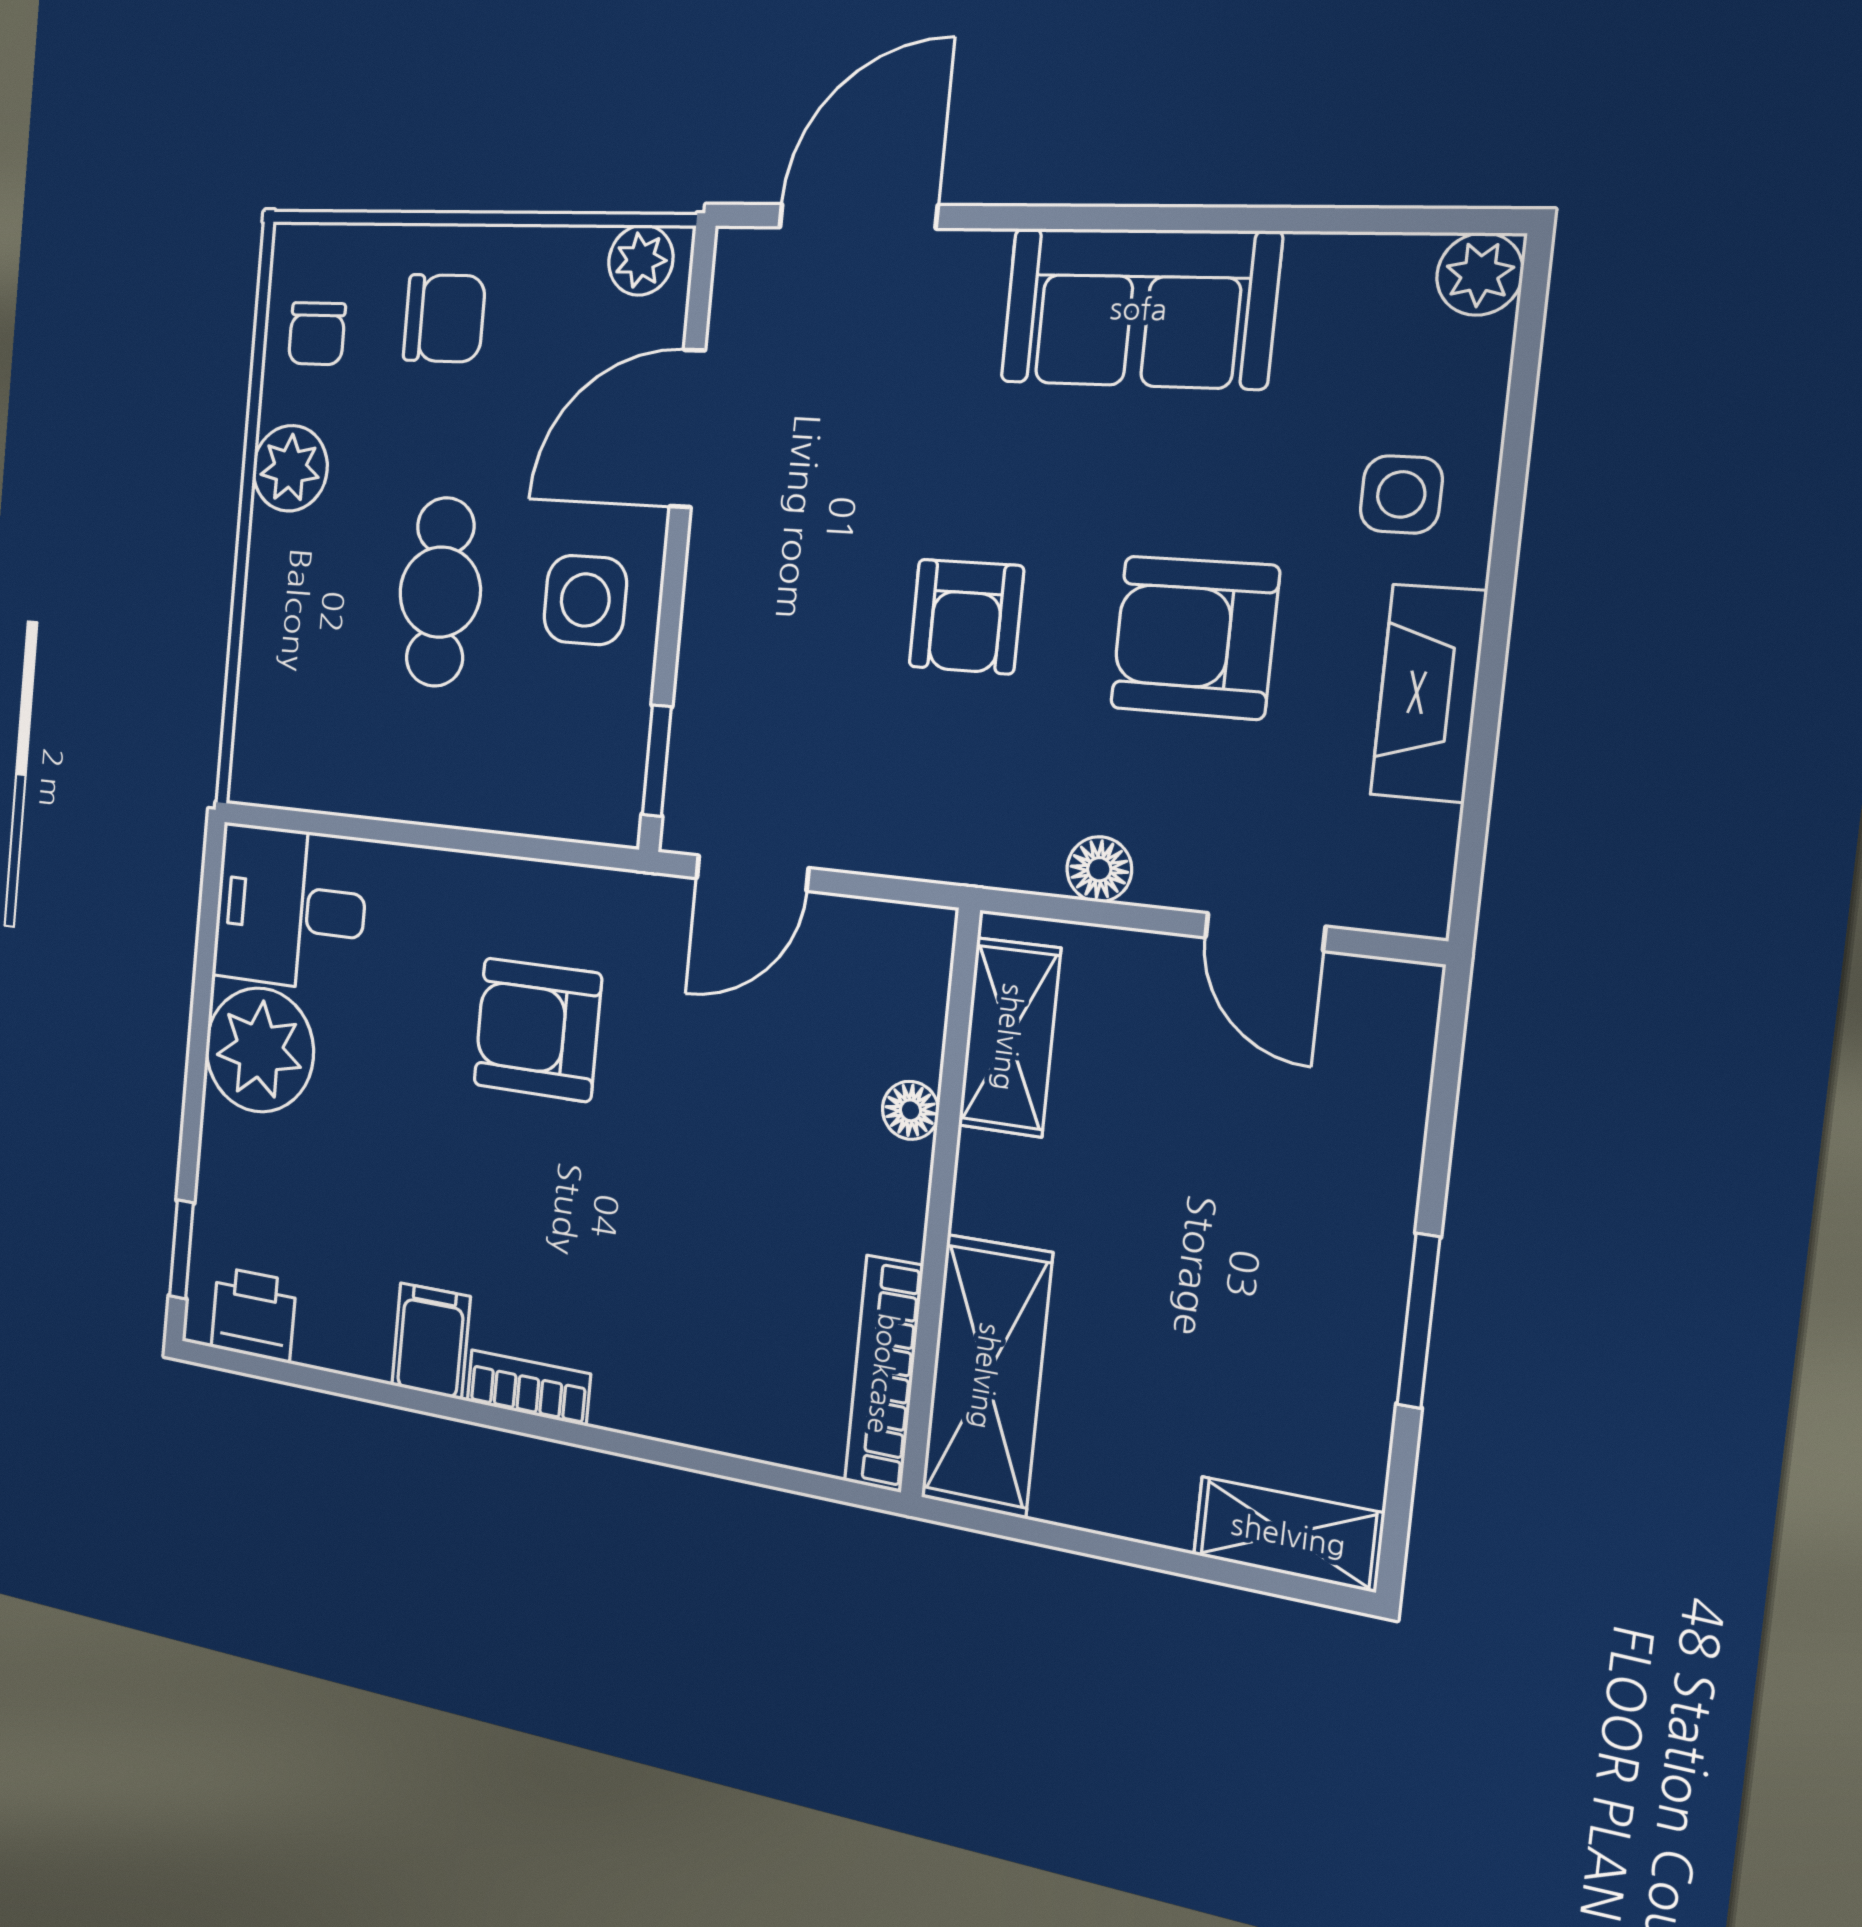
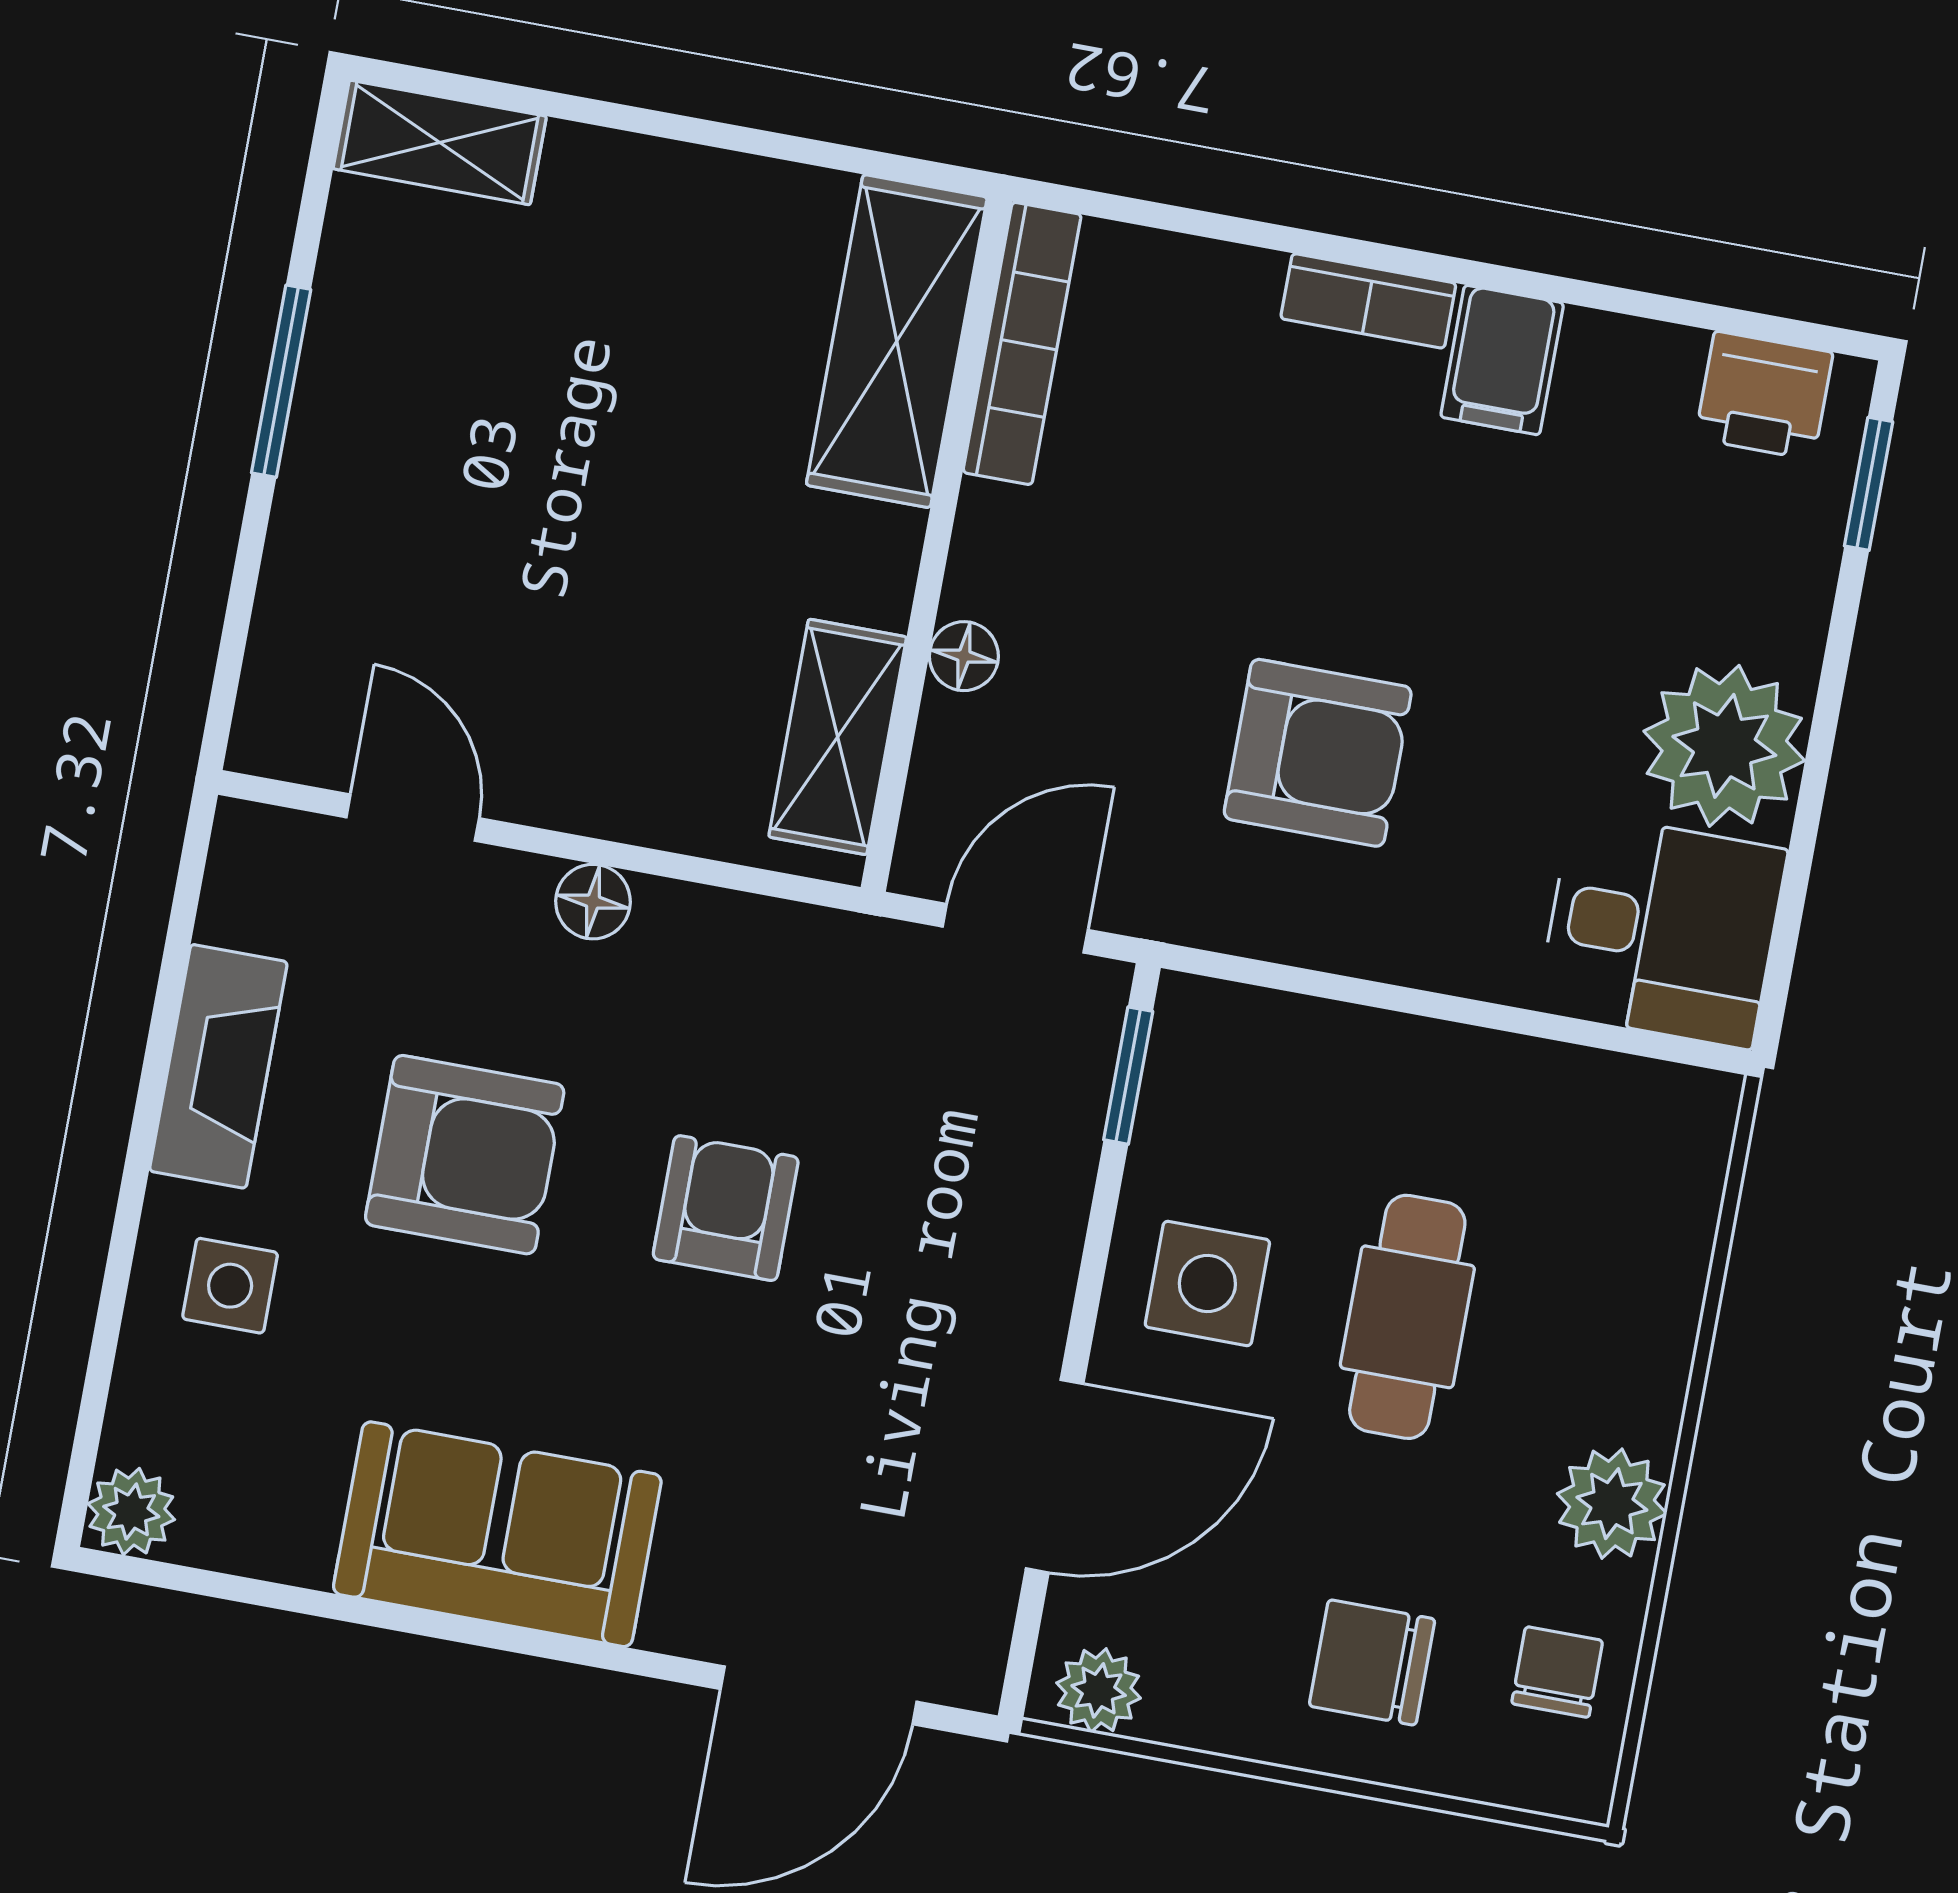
shelving: (1009, 1037) -> (838, 737), moved
floor lamp: (910, 1110) -> (964, 656), moved
wall: (940, 1204) -> (937, 544), moved
bookcase: (884, 1374) -> (1022, 343), moved
shelving: (986, 1376) -> (897, 341), moved

